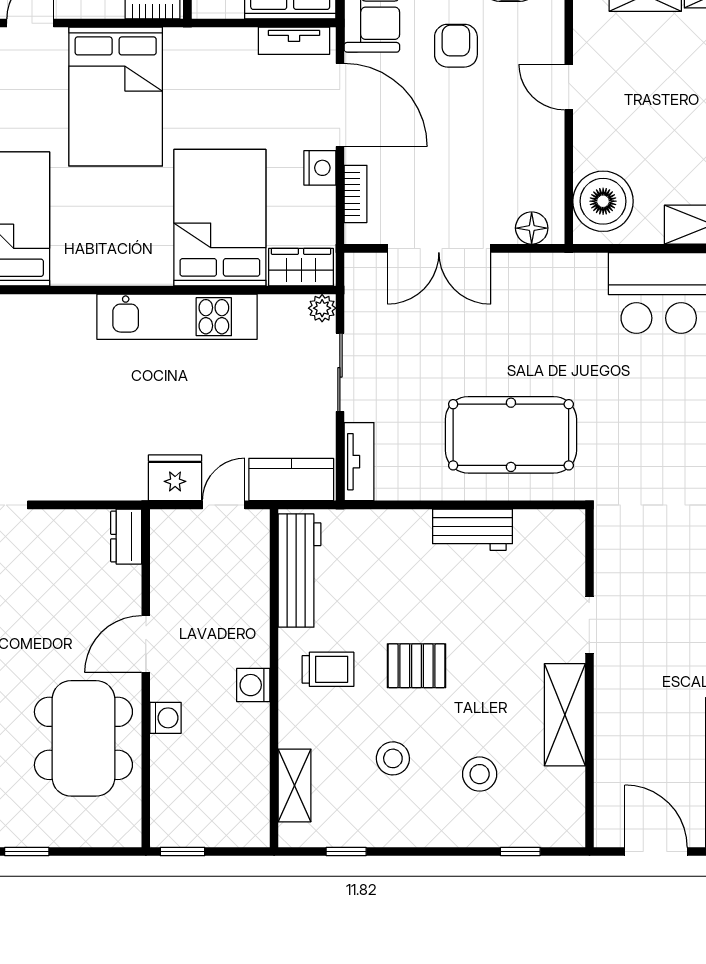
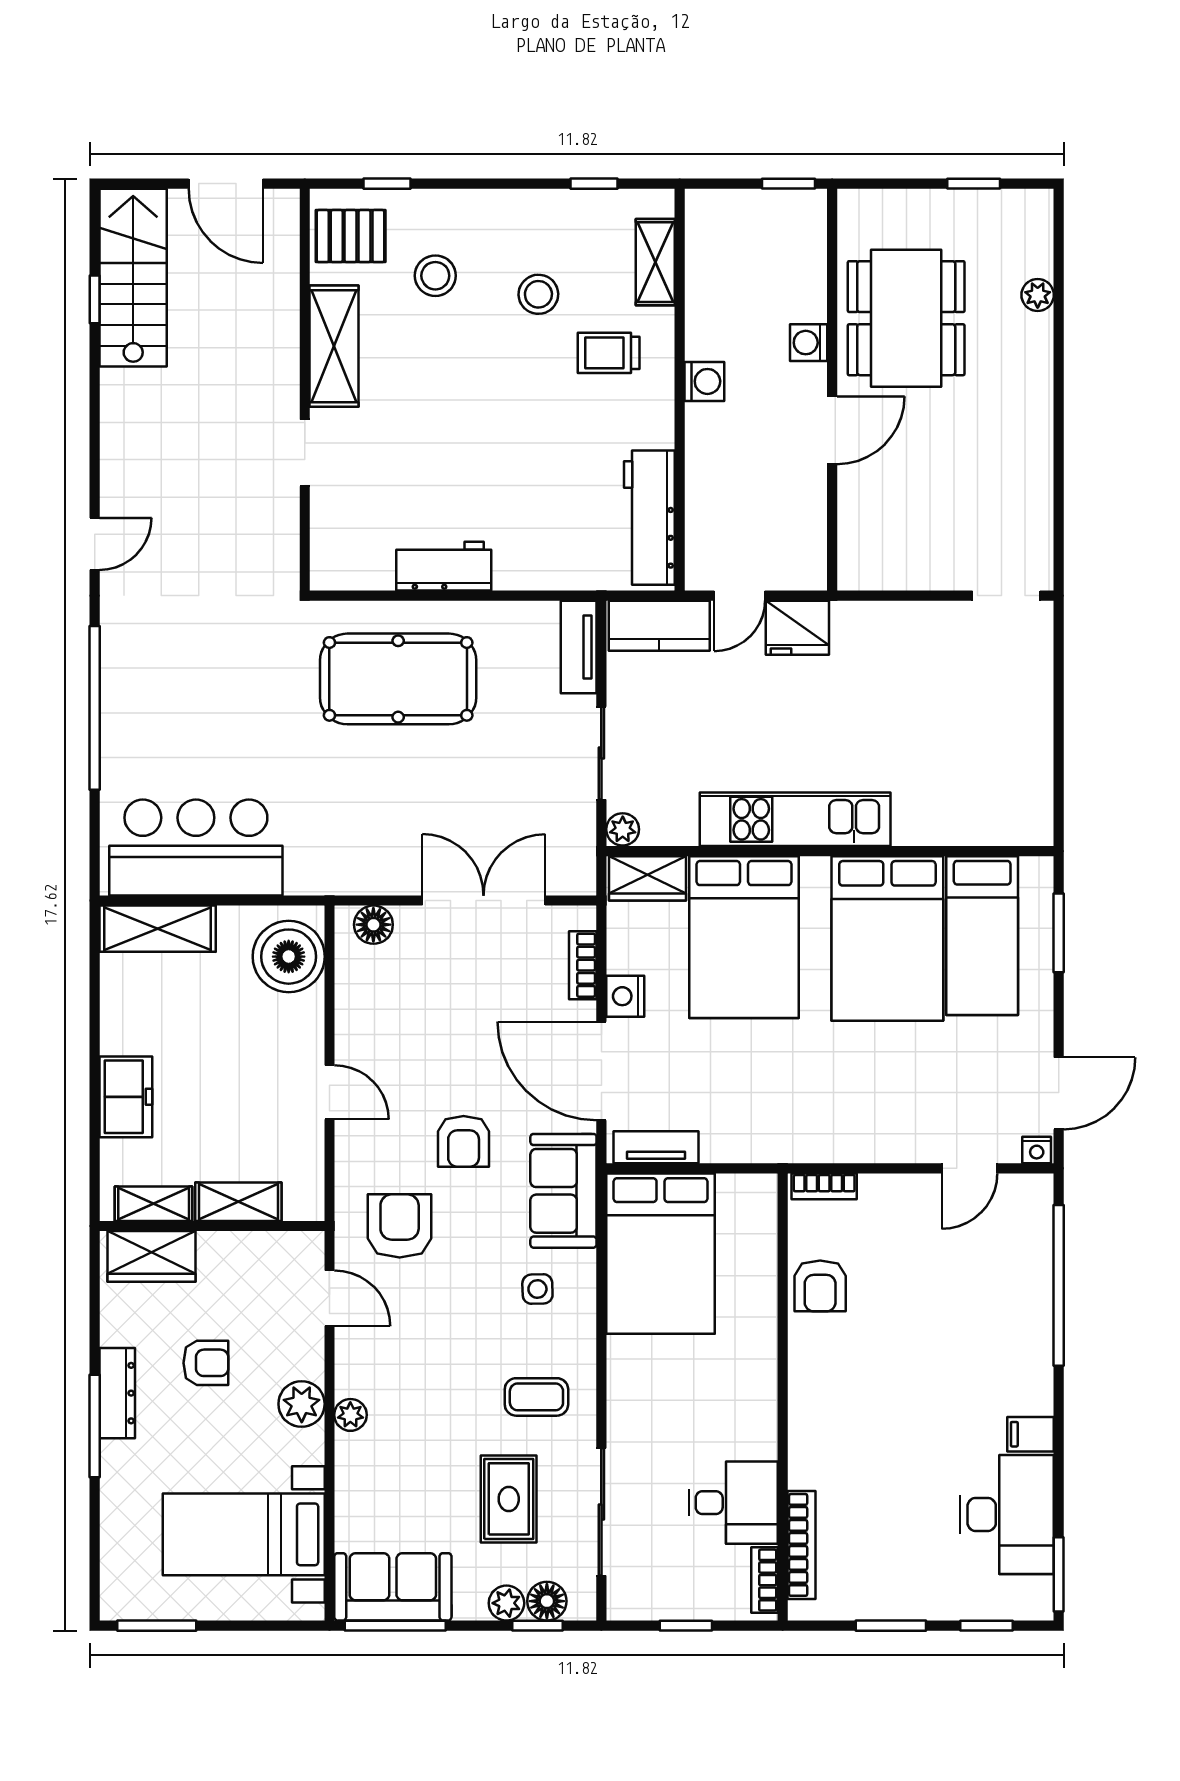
bed: (116, 97) -> (887, 939), moved, turned 180
dresser: (126, 537) -> (855, 558), removed
pallet: (417, 666) -> (351, 236), moved
trolley: (328, 669) -> (609, 353), moved

